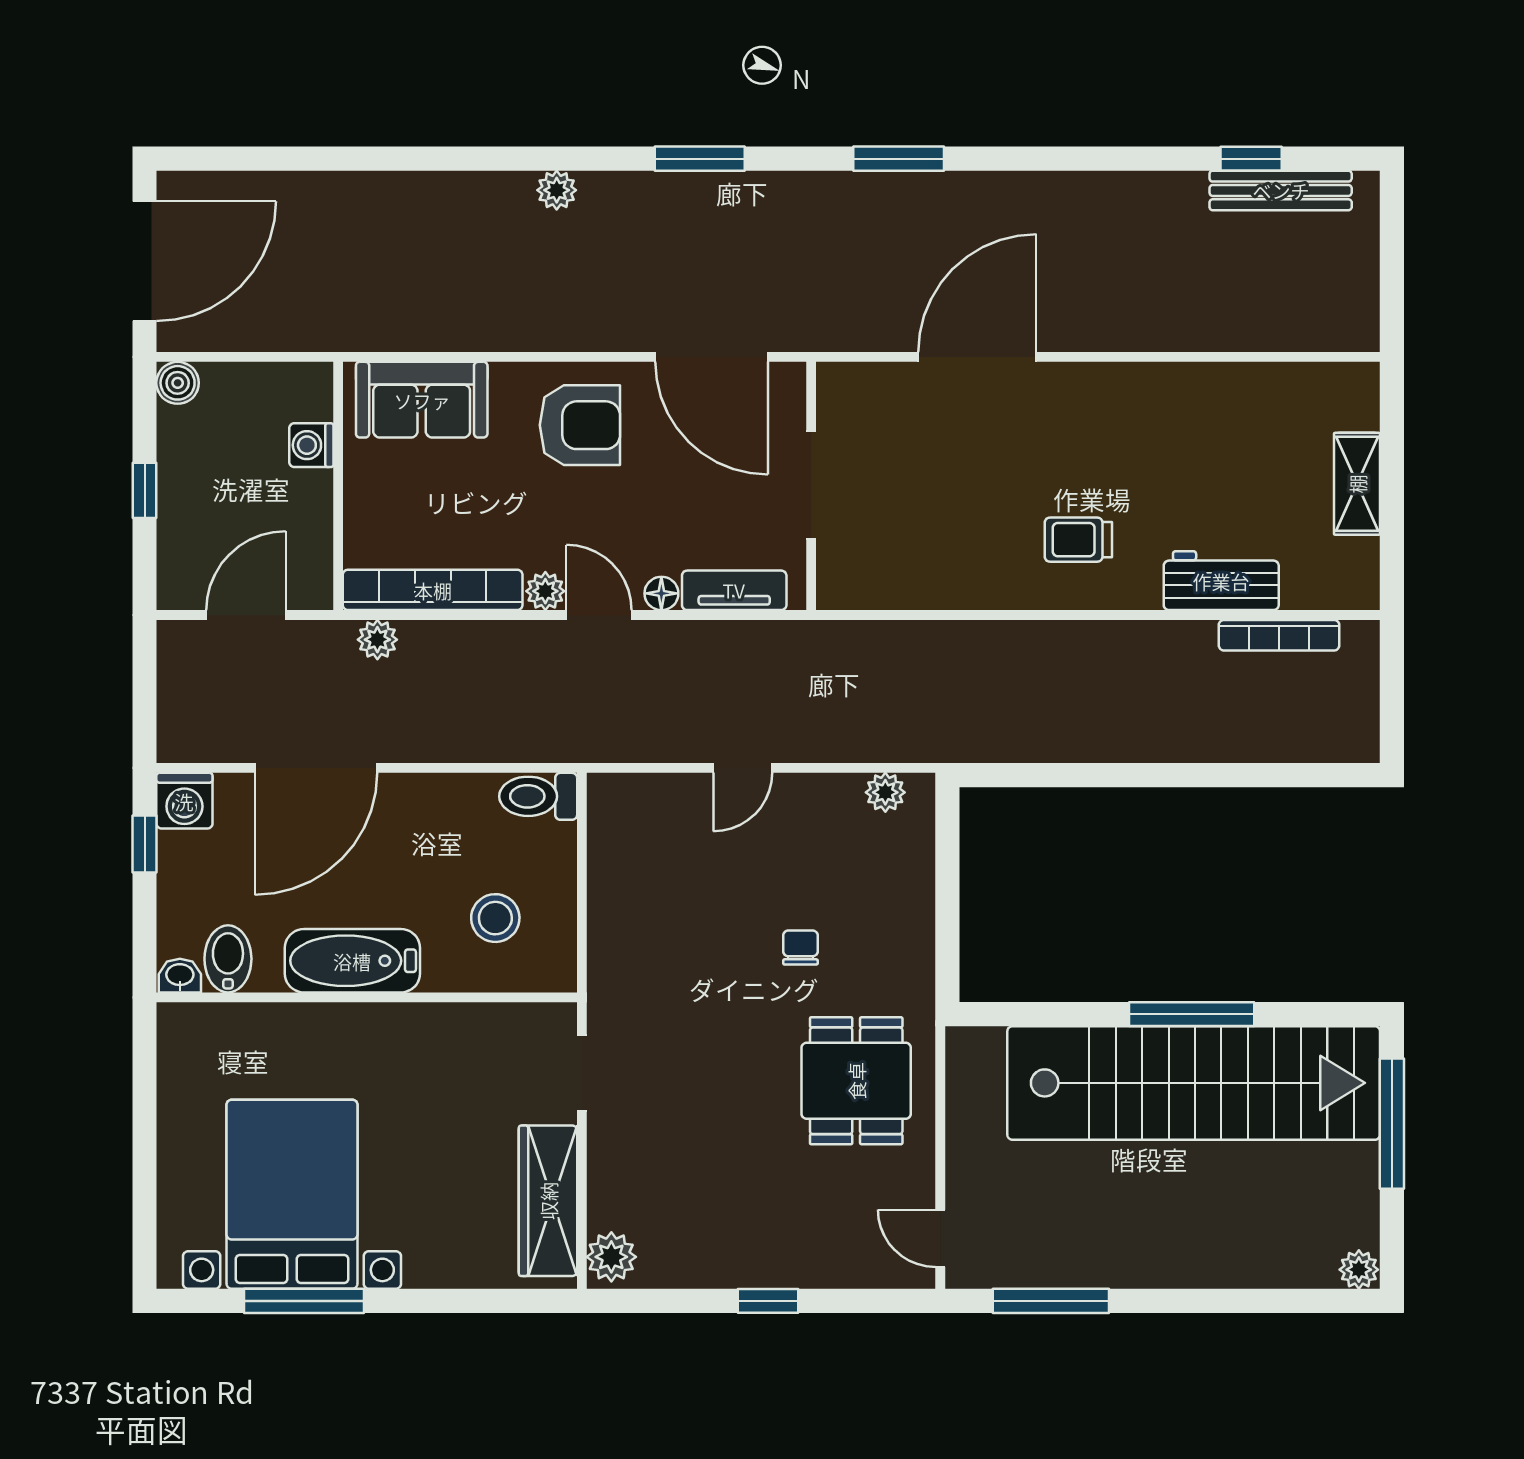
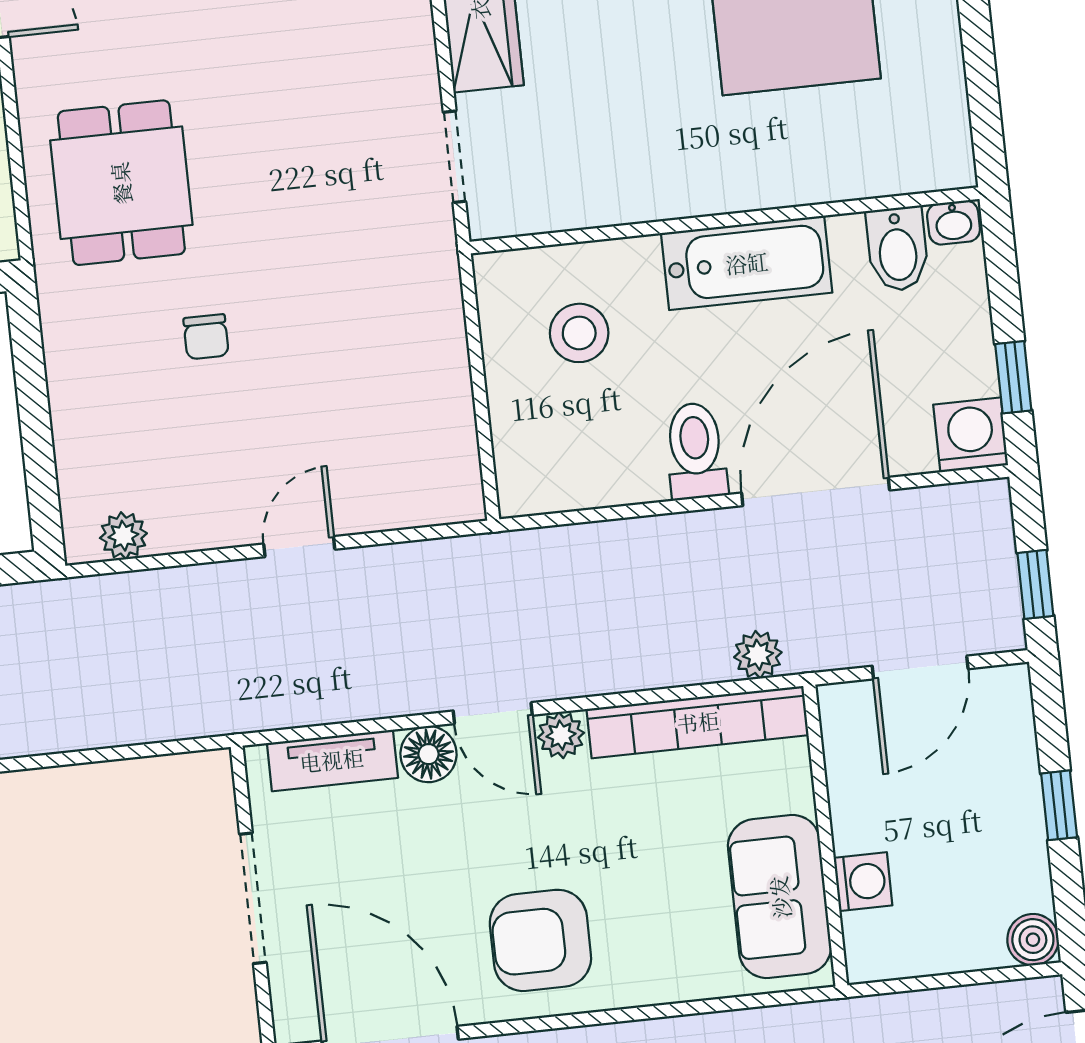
sofa: (422, 400) -> (780, 897), moved, turned -90
floor lamp: (661, 593) -> (428, 754), width x1.37, depth x1.37
window: (145, 673) -> (1035, 584), added
toilet: (538, 796) -> (696, 451), moved, turned -90

